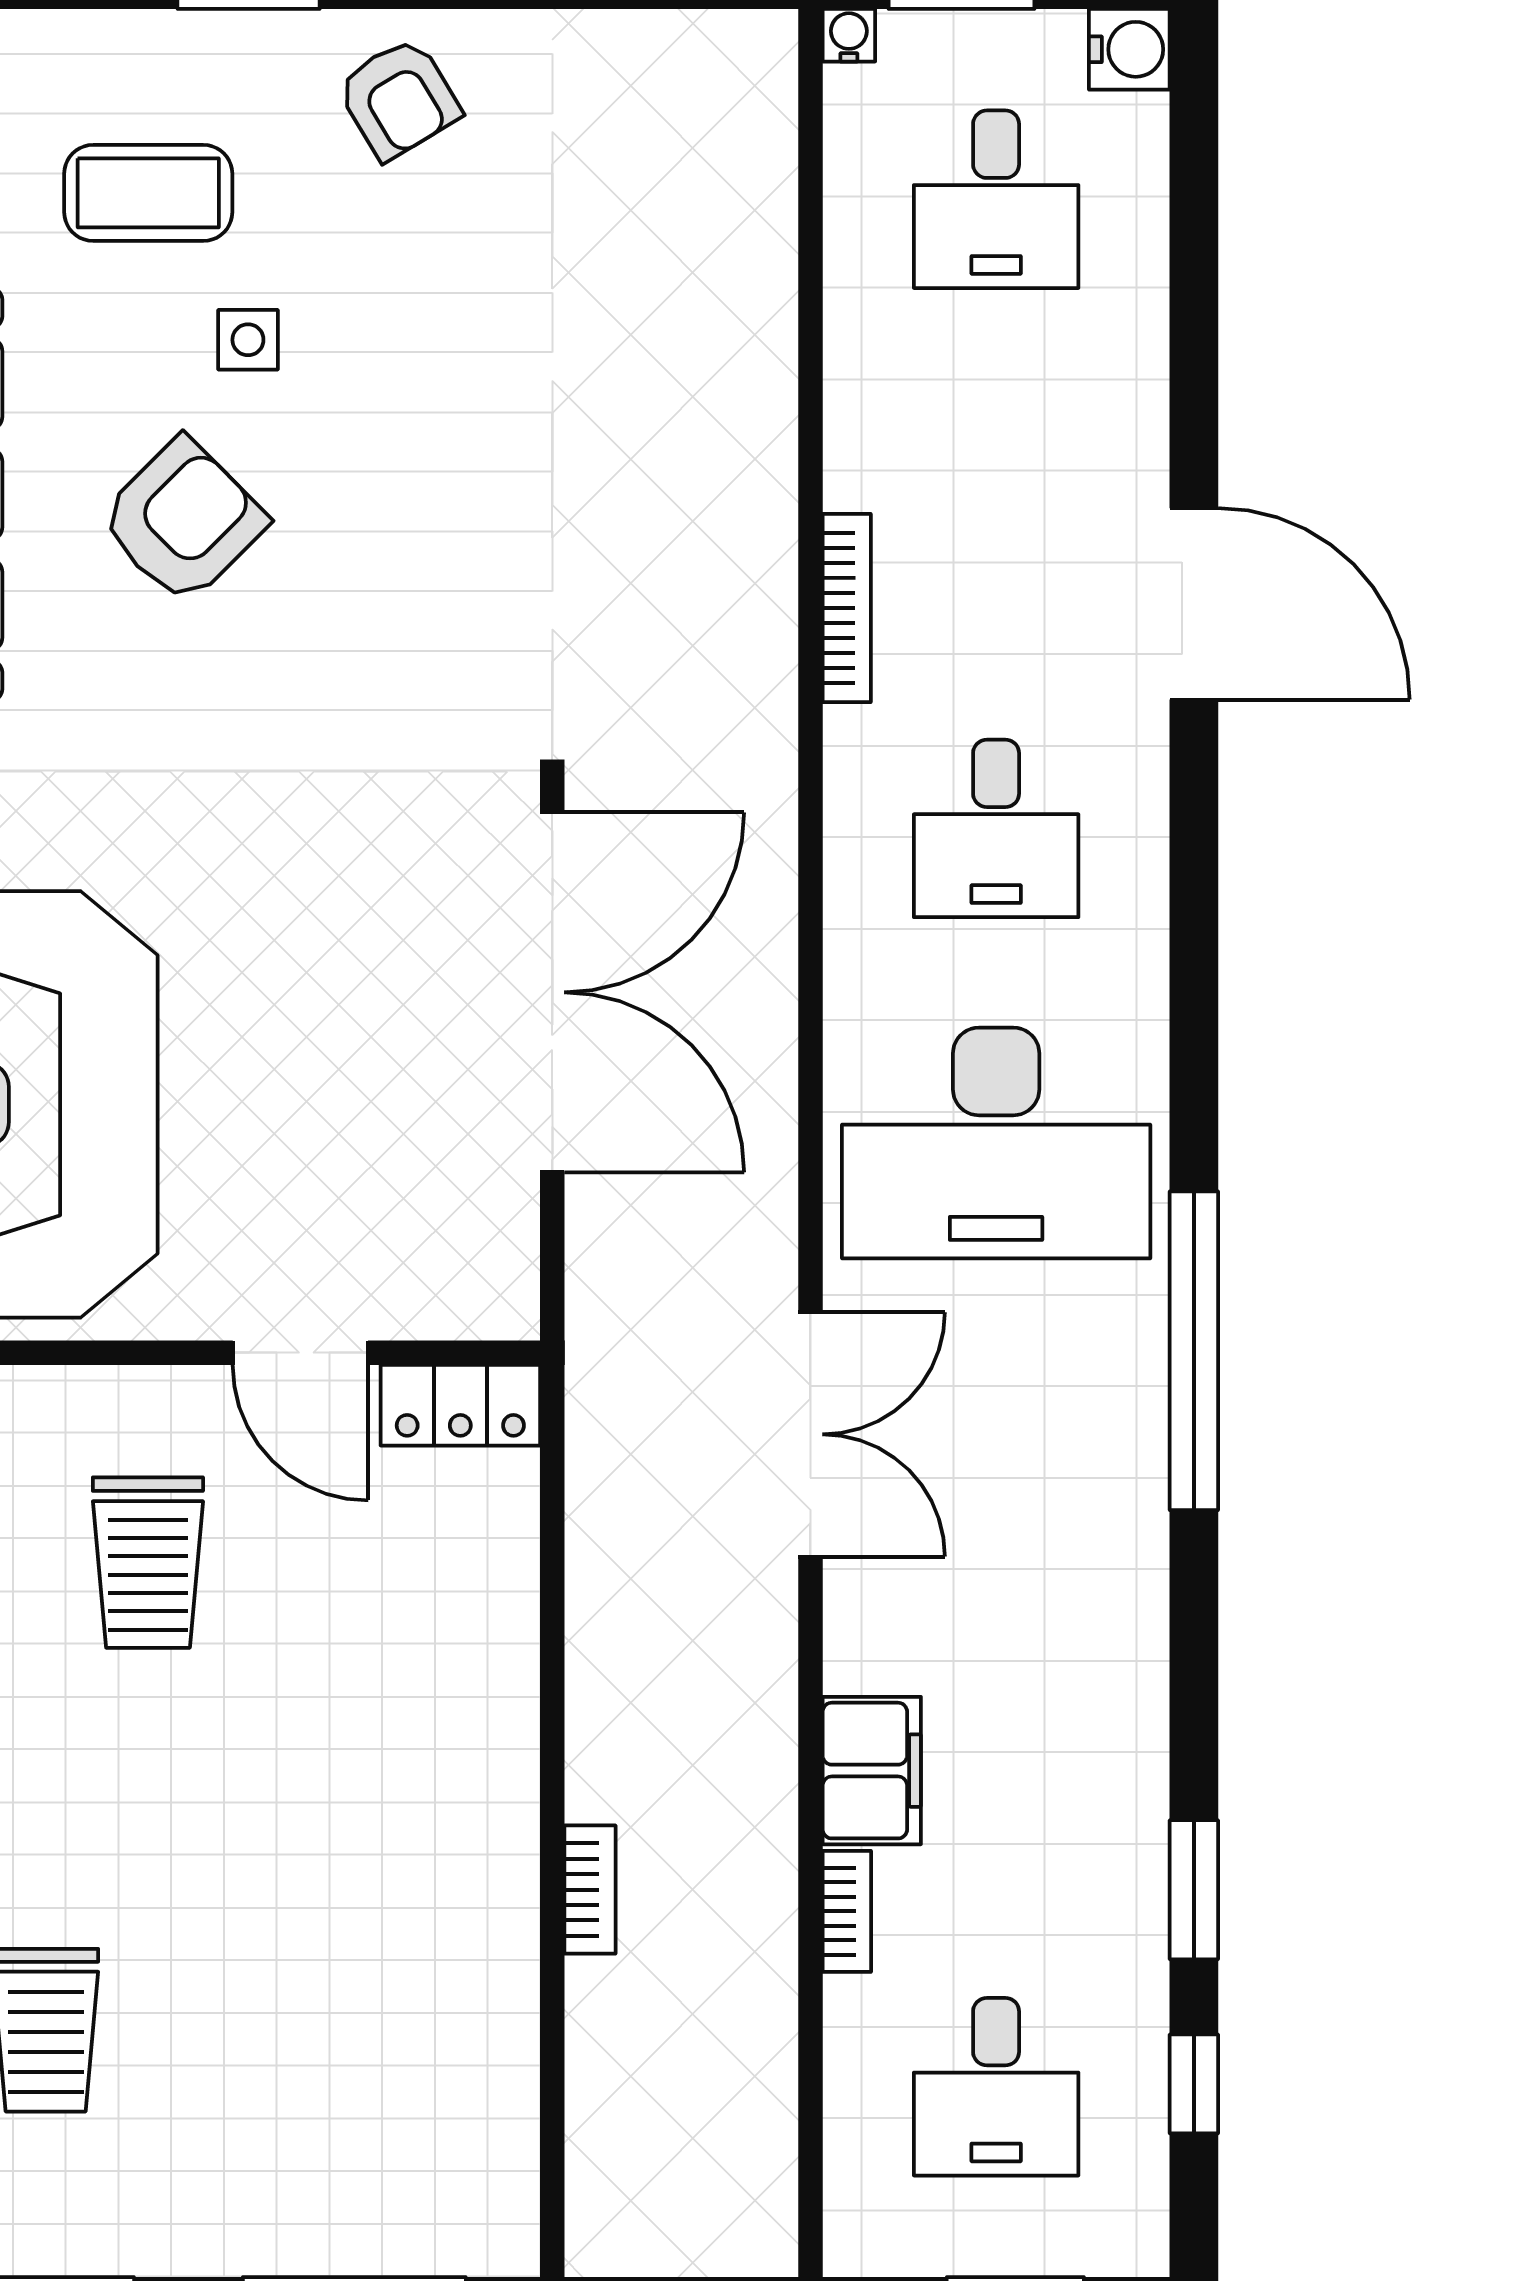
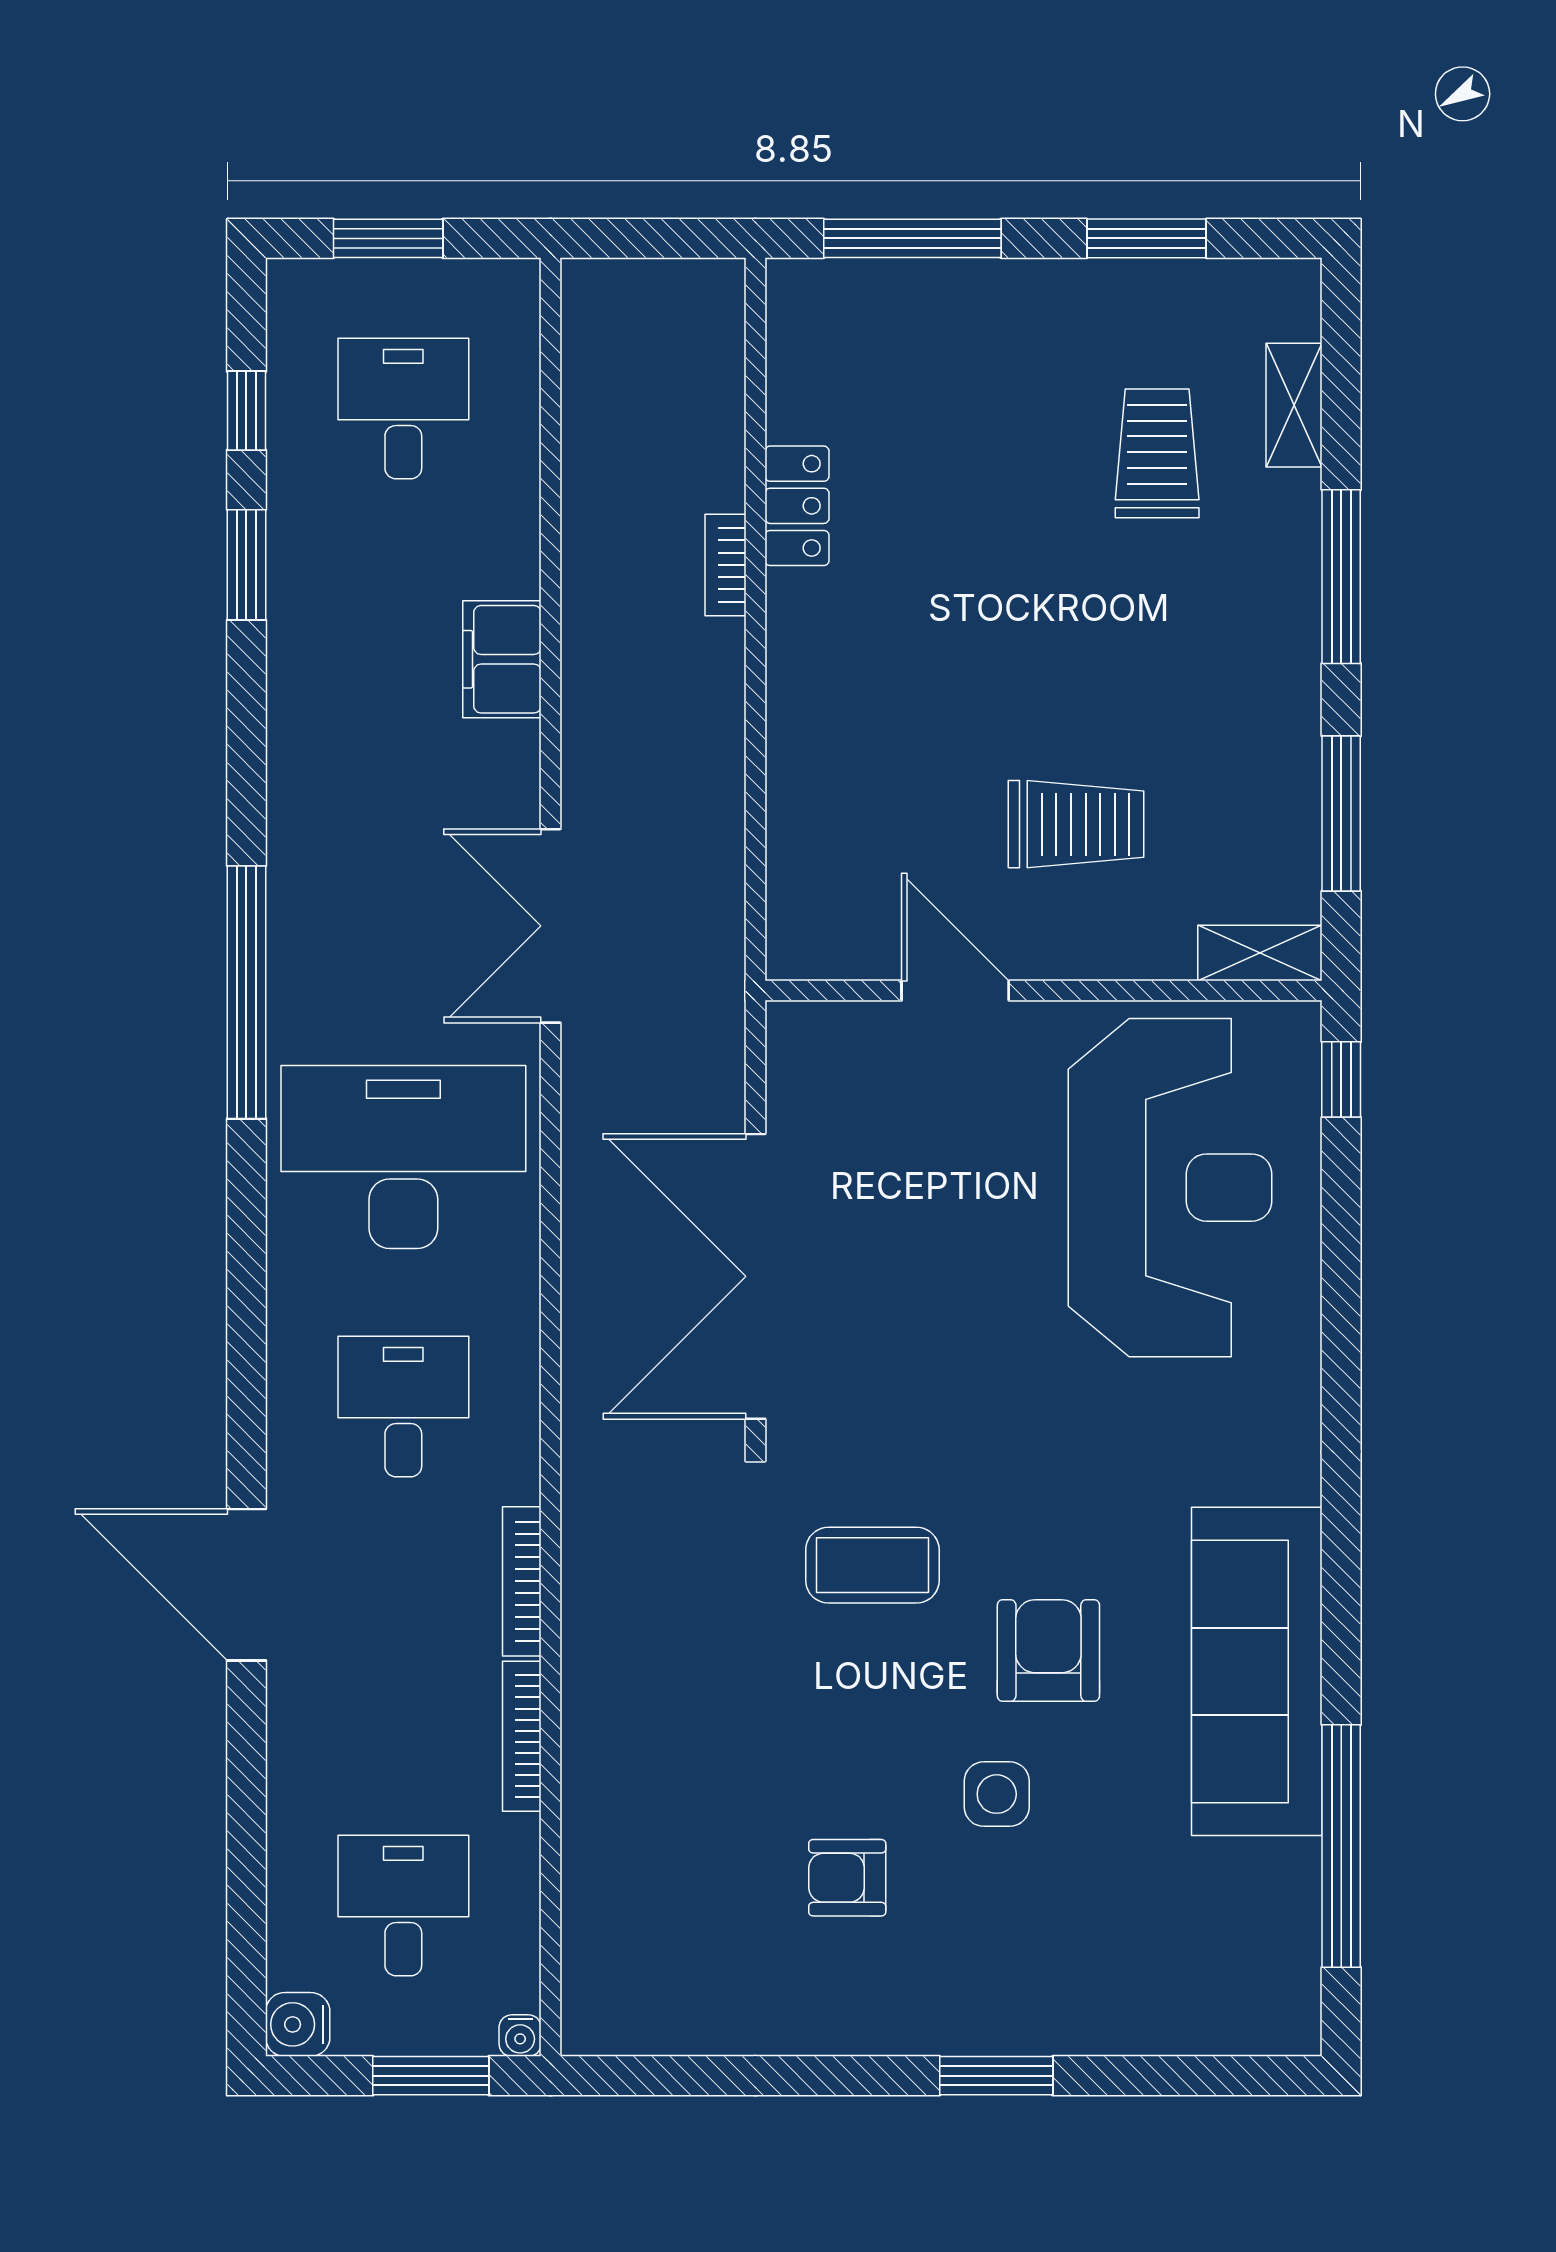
armchair: (399, 99) -> (847, 1878), moved, turned -59
coffee table: (148, 193) -> (872, 1565), moved
side table: (248, 340) -> (997, 1794), width x1.37, depth x1.37
armchair: (183, 521) -> (1048, 1650), turned 135
locker: (460, 1405) -> (797, 506), moved, turned 90
trolley: (148, 1563) -> (1076, 824), turned 90
bookcase: (847, 1911) -> (522, 1736), moved, width x1.56

